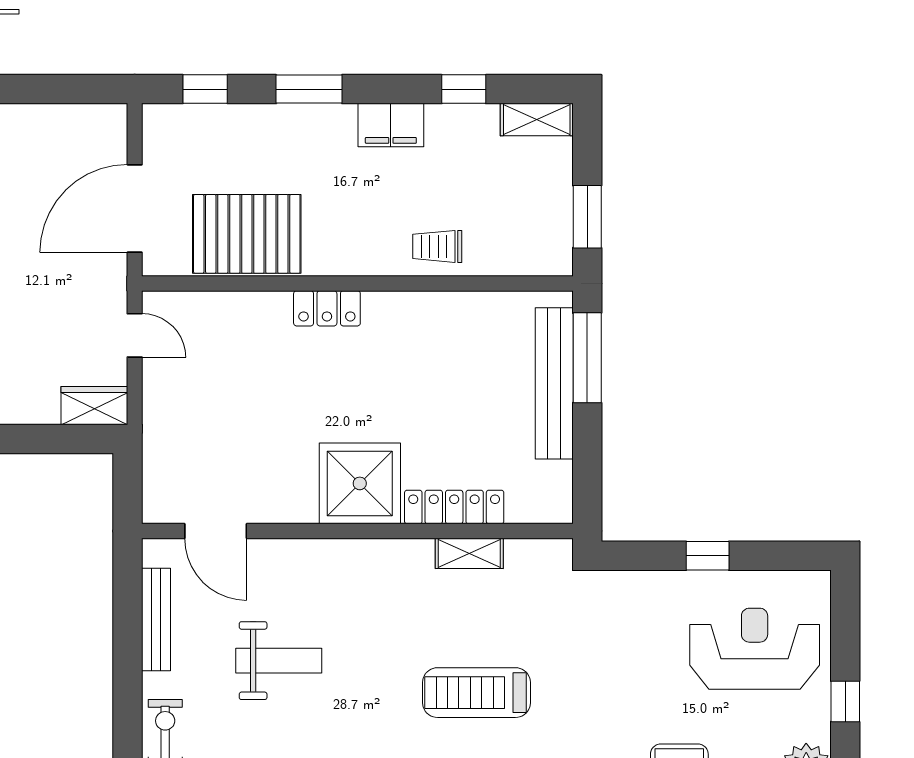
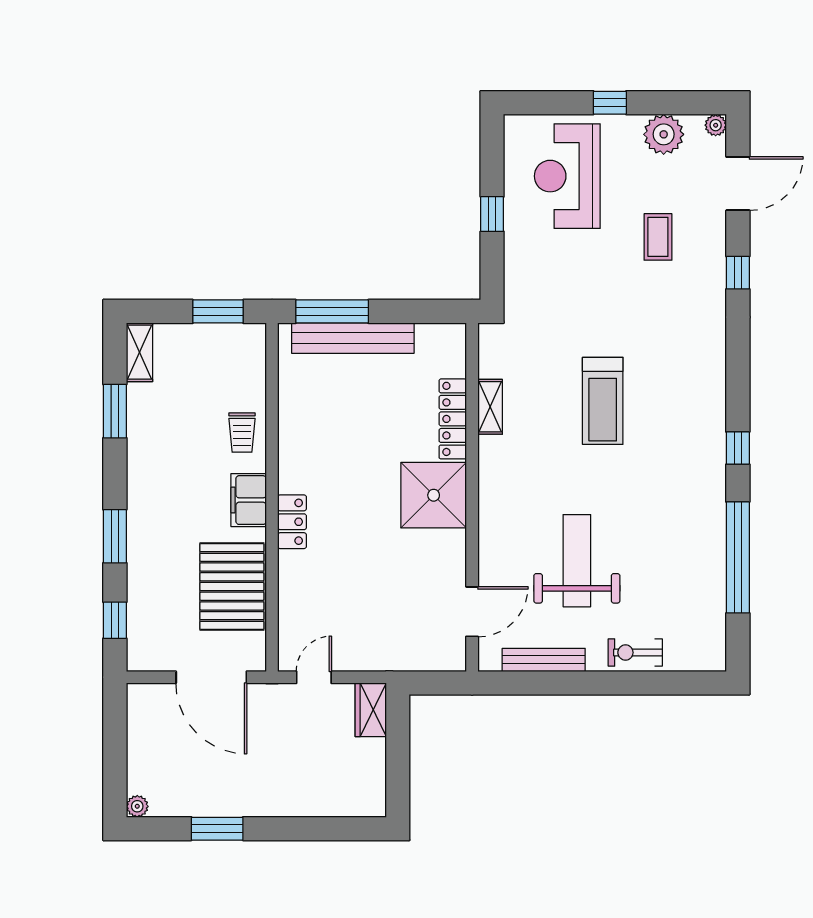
window: (464, 89) -> (115, 411), width x1.50
filing cabinet: (391, 125) -> (249, 500), moved, turned 180
weight bench: (279, 661) -> (577, 561), width x1.36, depth x1.33

